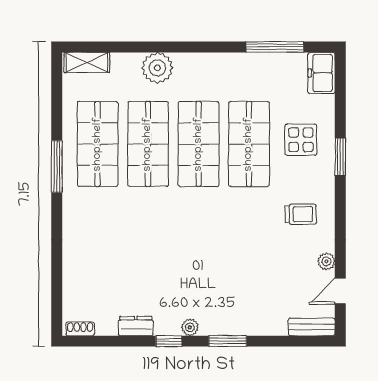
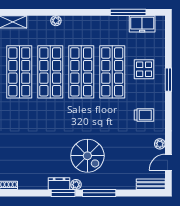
plant: (157, 68) -> (56, 21), width x0.53, depth x0.53
freezer: (322, 73) -> (142, 24), moved, turned -90
spiral stairs: (209, 281) -> (87, 156), added
dresser: (136, 326) -> (59, 184), moved
window: (169, 341) -> (63, 193), width x1.50
window: (228, 341) -> (99, 193), width x1.44

